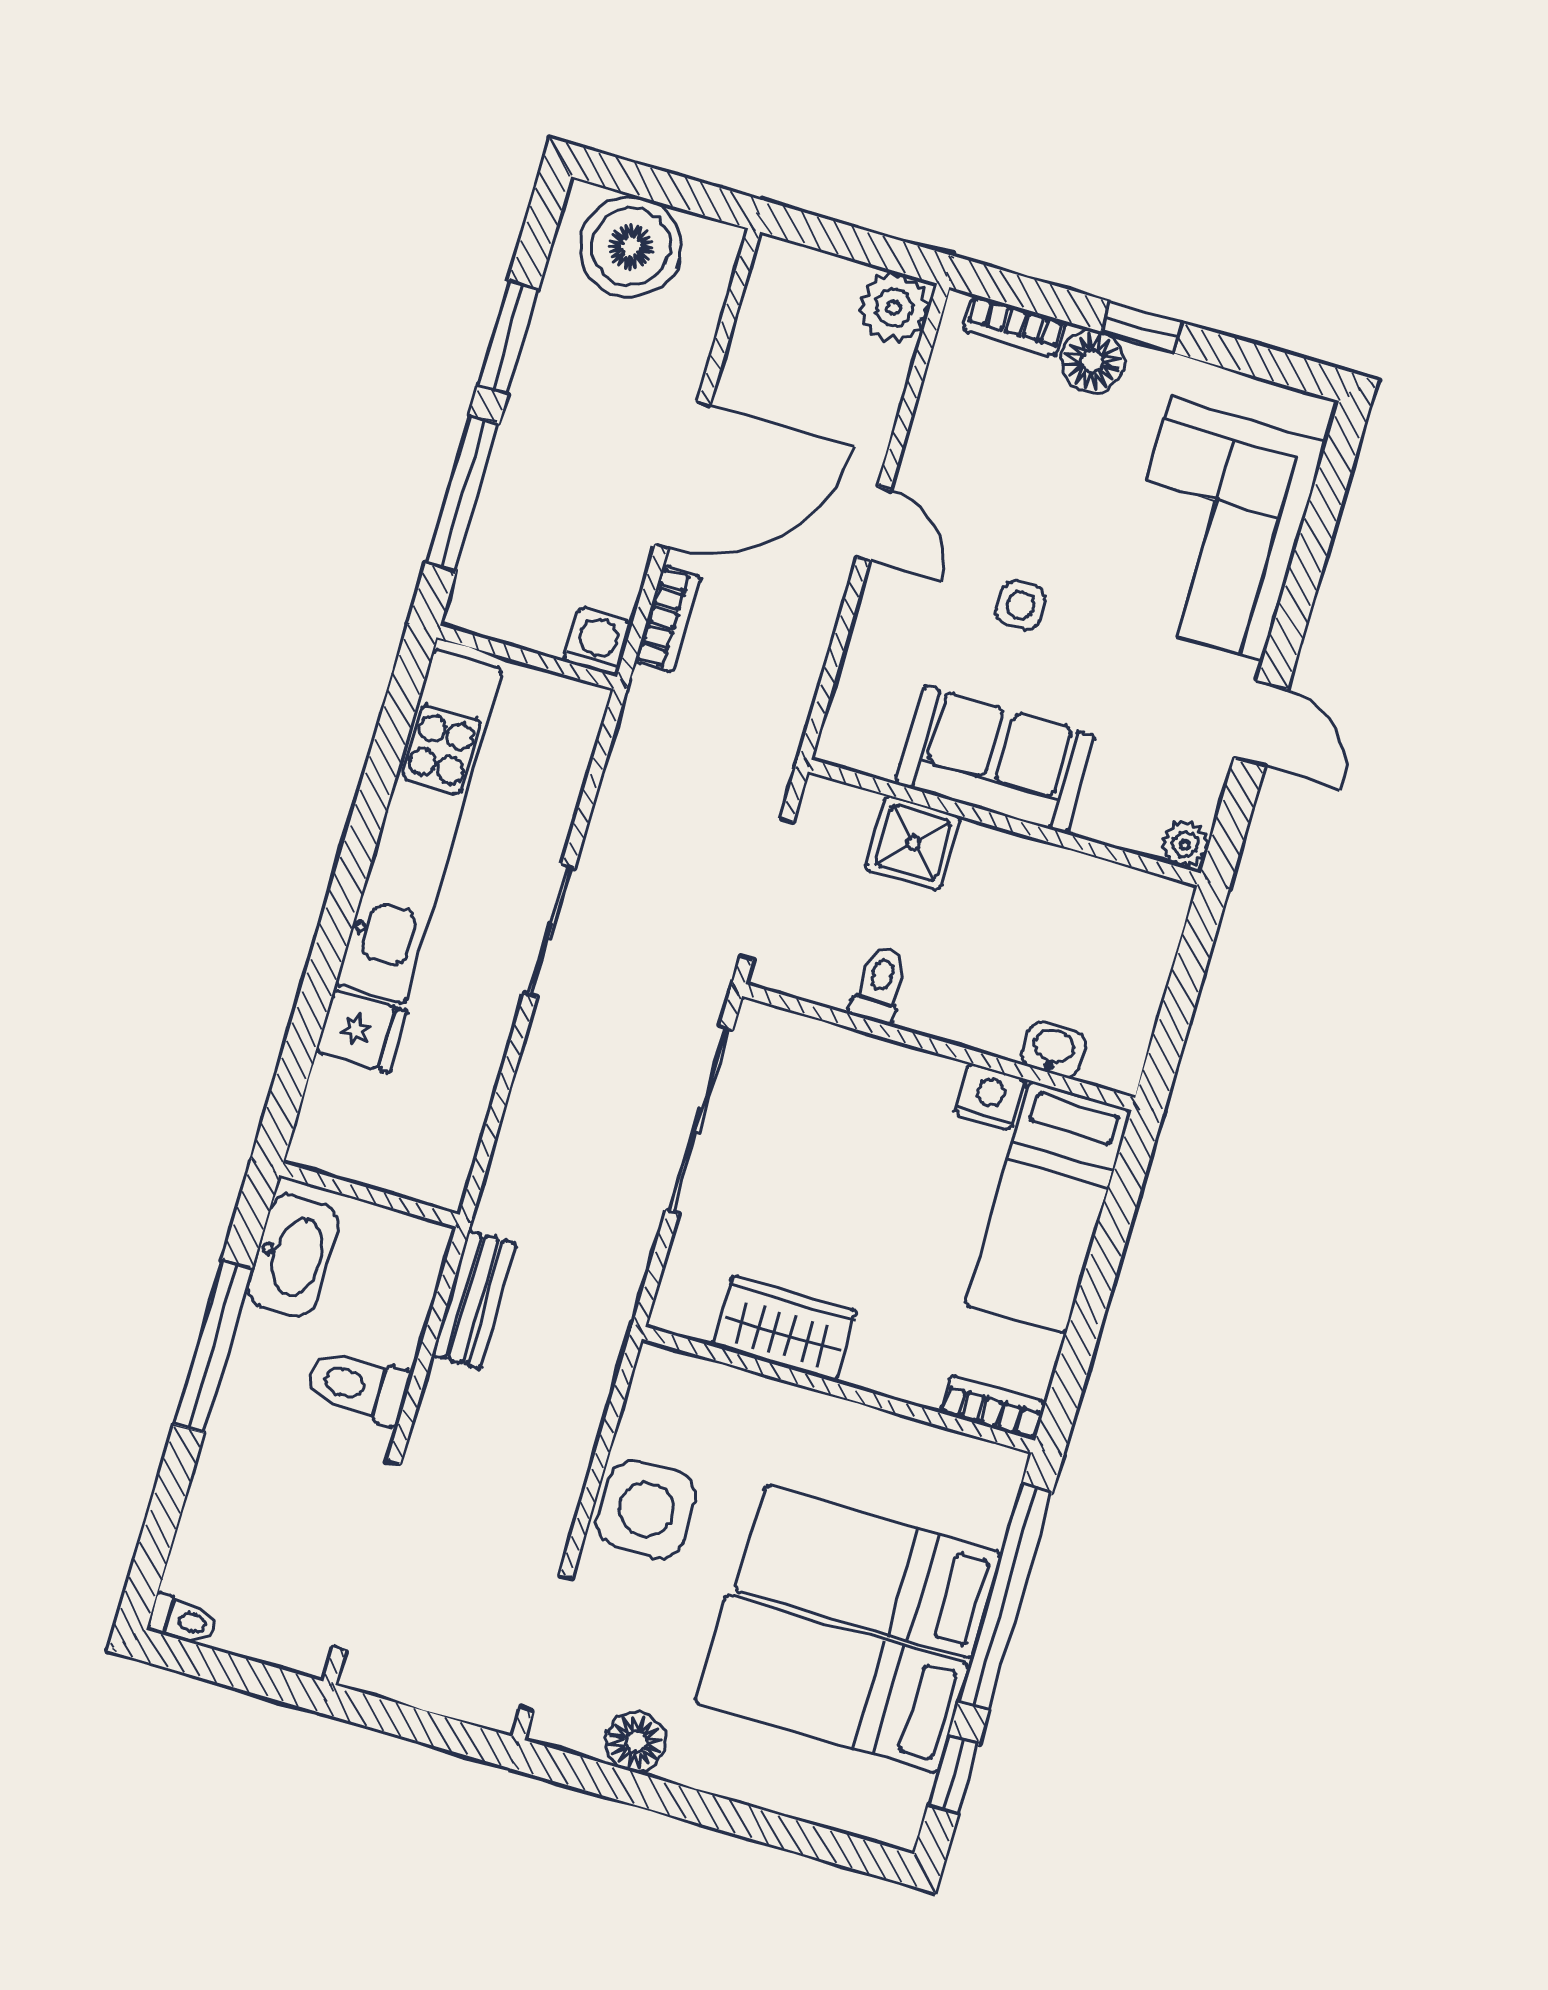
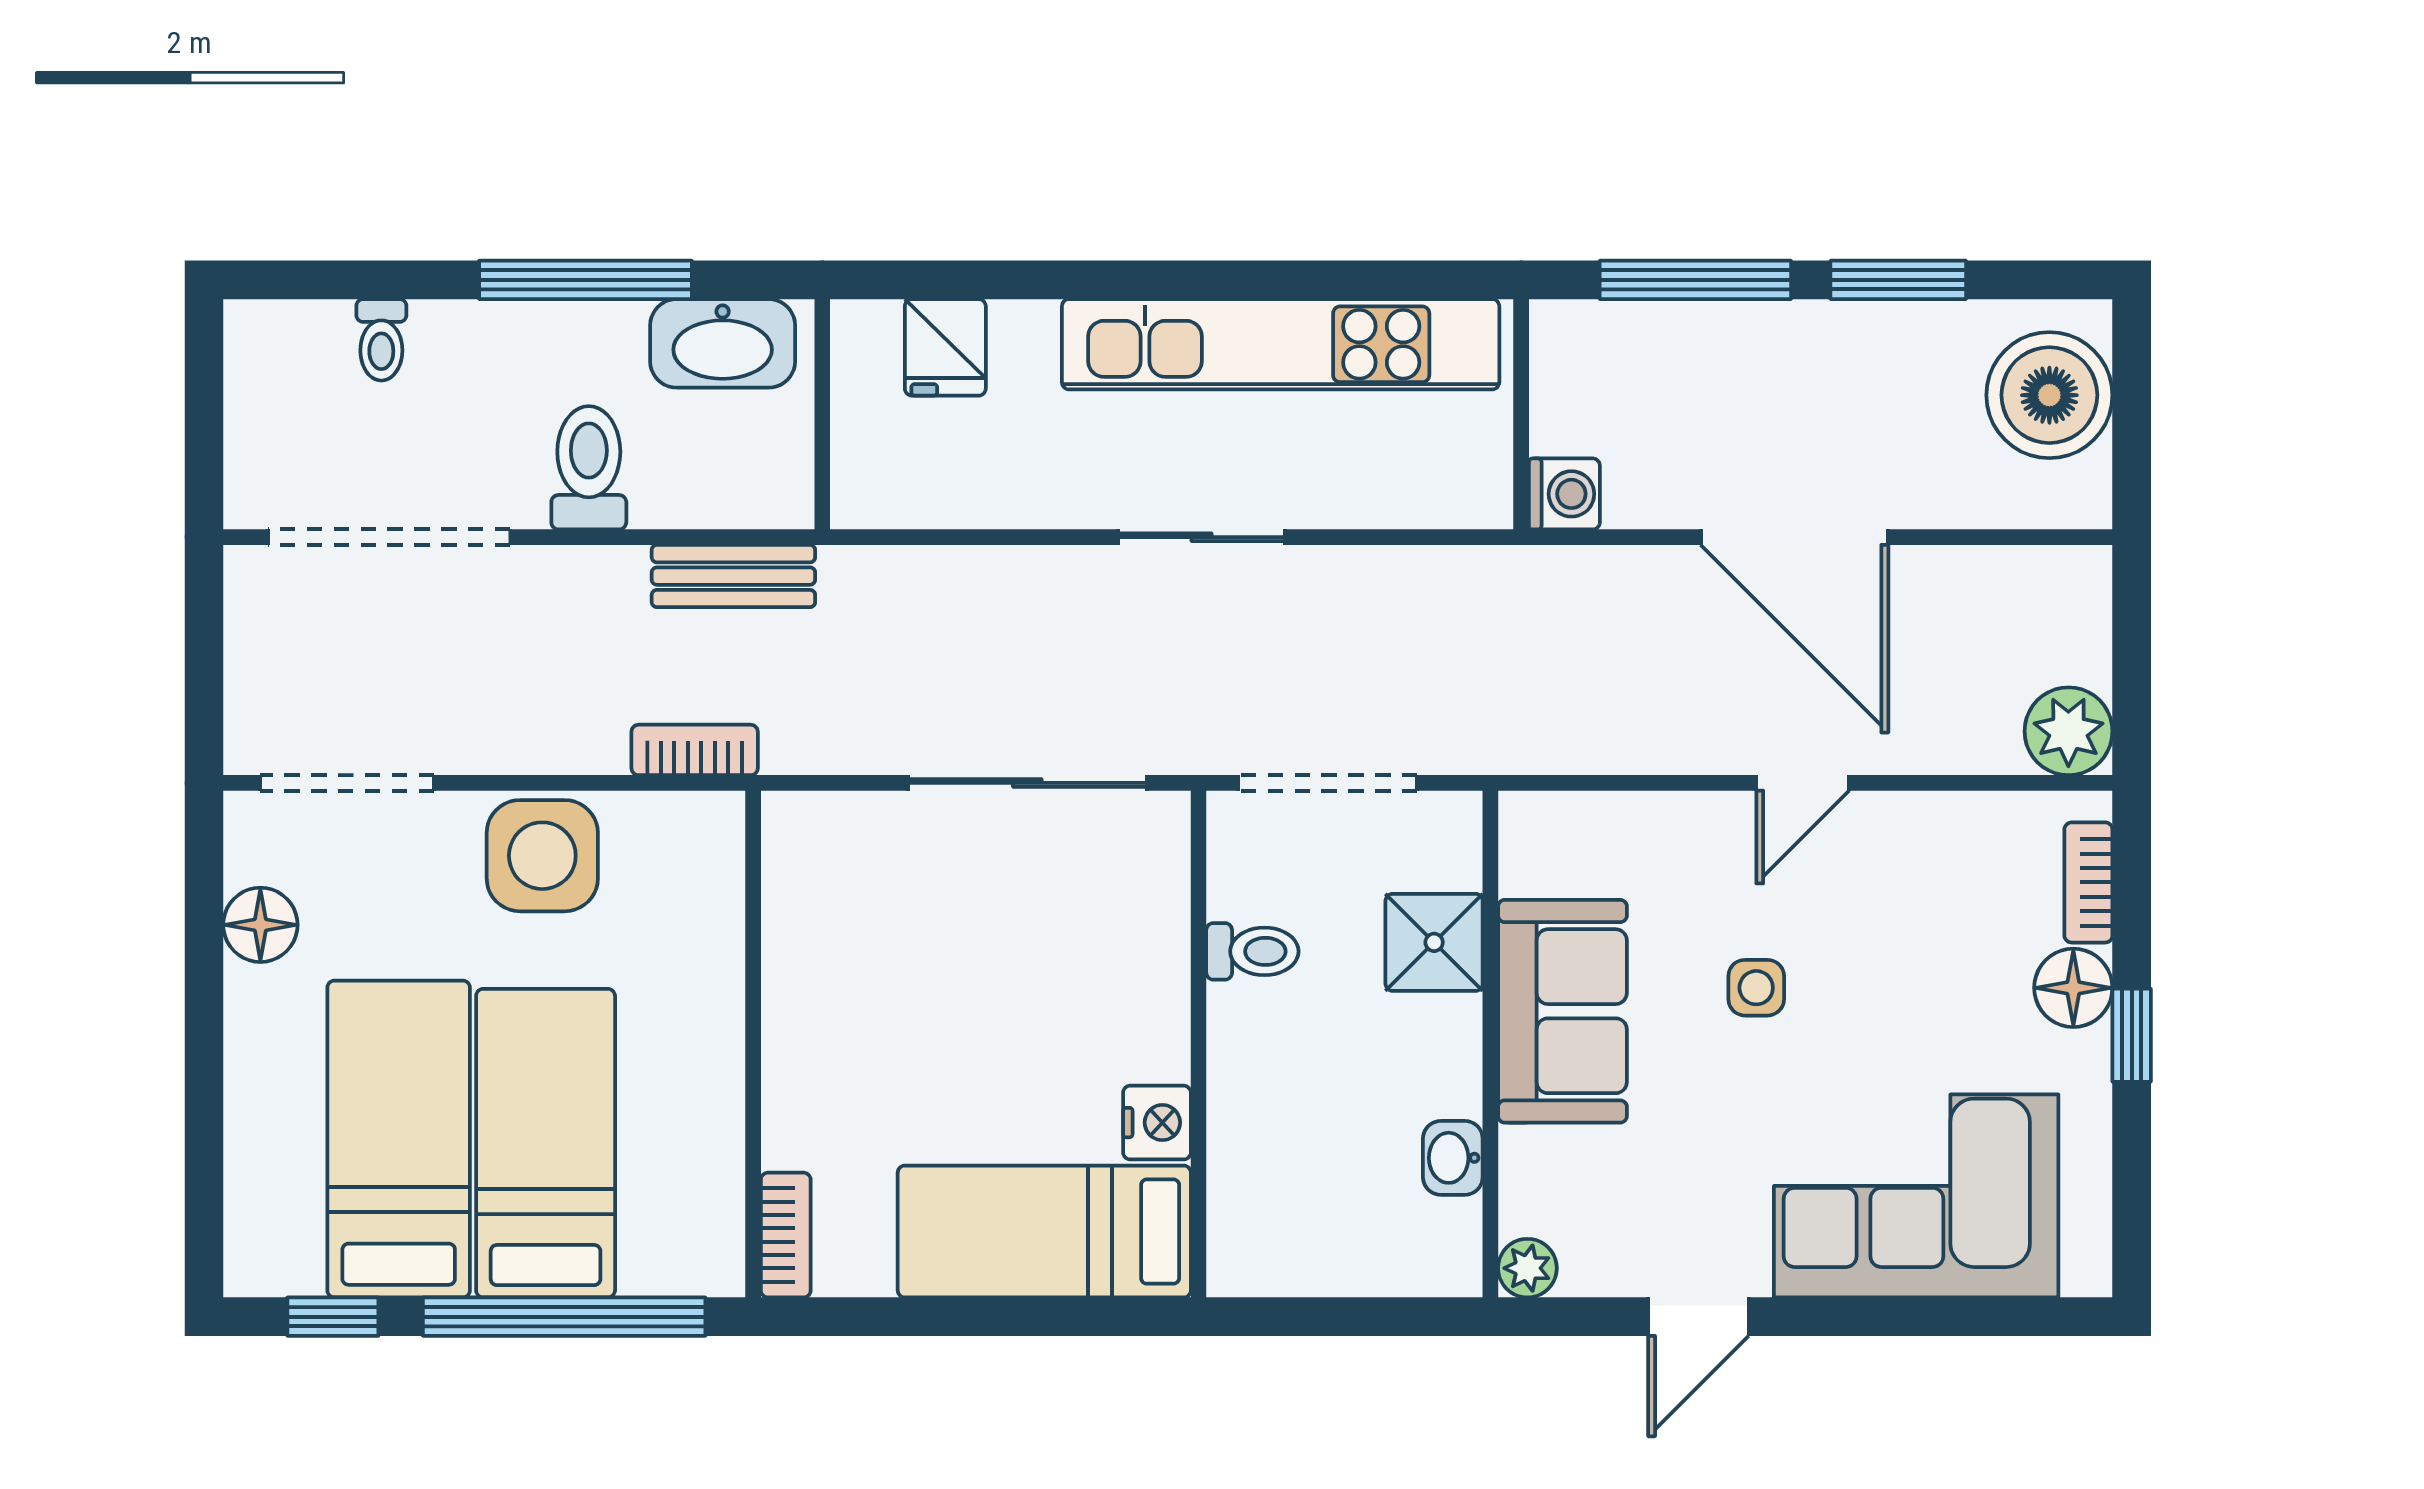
bookcase: (668, 619) -> (695, 750), moved, turned 180
fridge: (361, 1031) -> (945, 347), moved
washbasin: (1053, 1049) -> (1453, 1158), moved, turned 180
wardrobe: (784, 1328) -> (808, 958), removed
toilet: (183, 1620) -> (381, 340), moved

